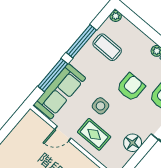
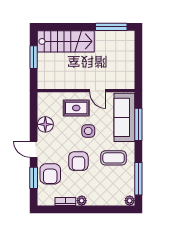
window: (81, 41) -> (138, 179), moved
coffee table: (107, 47) -> (114, 158), moved
door: (63, 134) -> (98, 91), swing flipped

